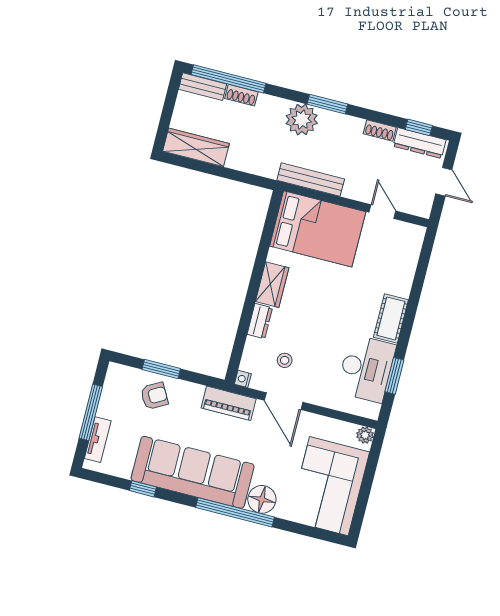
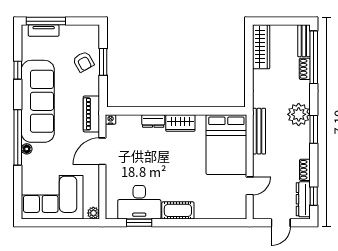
stool: (285, 360) -> (131, 145), removed
window: (91, 412) -> (46, 21), moved
floor lamp: (262, 499) -> (27, 149), width x0.53, depth x0.53

